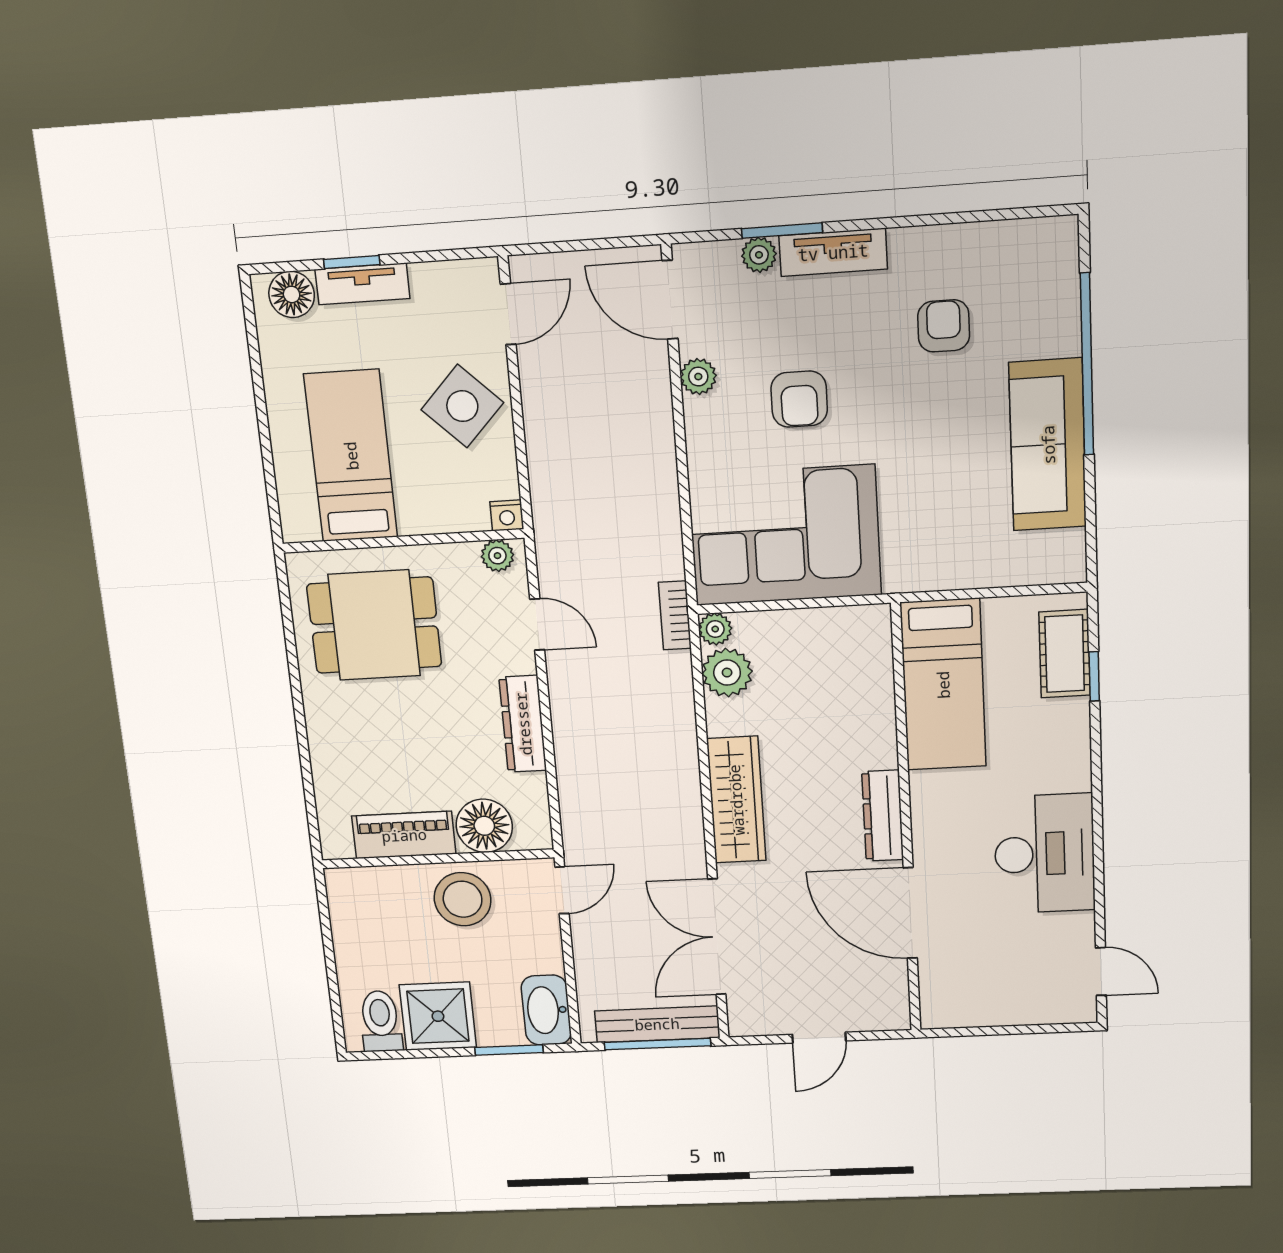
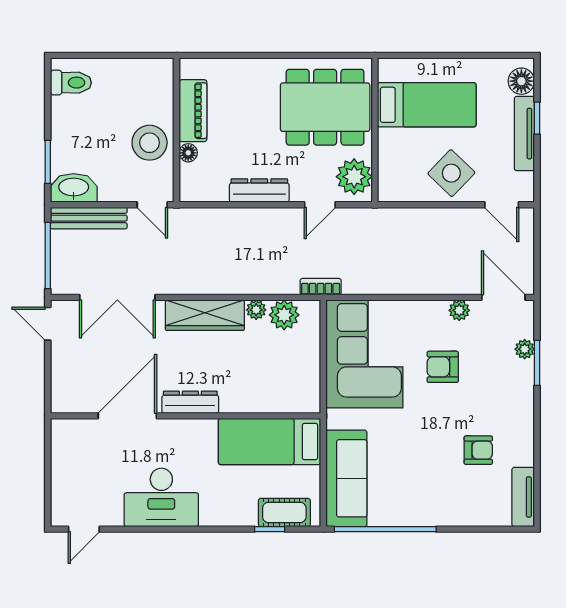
tv unit: (833, 252) -> (523, 497), moved
tv unit: (362, 284) -> (524, 134), width x1.41
door: (670, 300) -> (503, 297), hinge flipped
window: (1087, 365) -> (385, 529), moved
sofa: (1048, 445) -> (346, 478), moved, turned 90
nightstand: (507, 515) -> (386, 193), removed
plant: (497, 556) -> (354, 177), width x1.88, depth x1.88
dining table: (374, 625) -> (325, 107), width x1.38
plant: (715, 629) -> (256, 310), moved
floor lamp: (484, 826) -> (188, 153), width x0.53, depth x0.53
double door: (717, 937) -> (117, 297), swing flipped
shower: (438, 1016) -> (73, 119), removed
bench: (657, 1024) -> (89, 218), moved, turned 90
door: (819, 1038) -> (48, 324), moved

